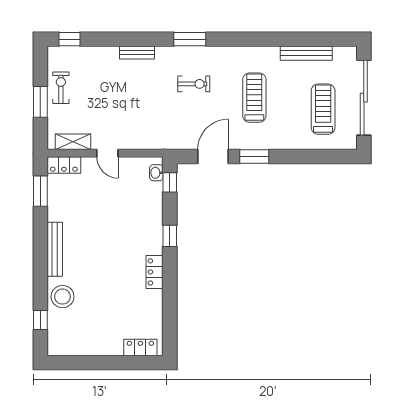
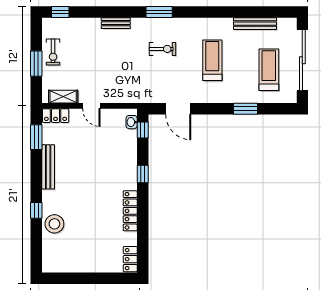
exercise bike: (61, 88) -> (53, 52), turned 180
door: (213, 157) -> (178, 109), swing flipped
window: (254, 157) -> (245, 109), moved
bench: (55, 249) -> (48, 167), moved
locker: (155, 272) -> (130, 211), width x1.53
window: (40, 320) -> (36, 210), moved
locker: (140, 347) -> (130, 259), moved, turned -90

